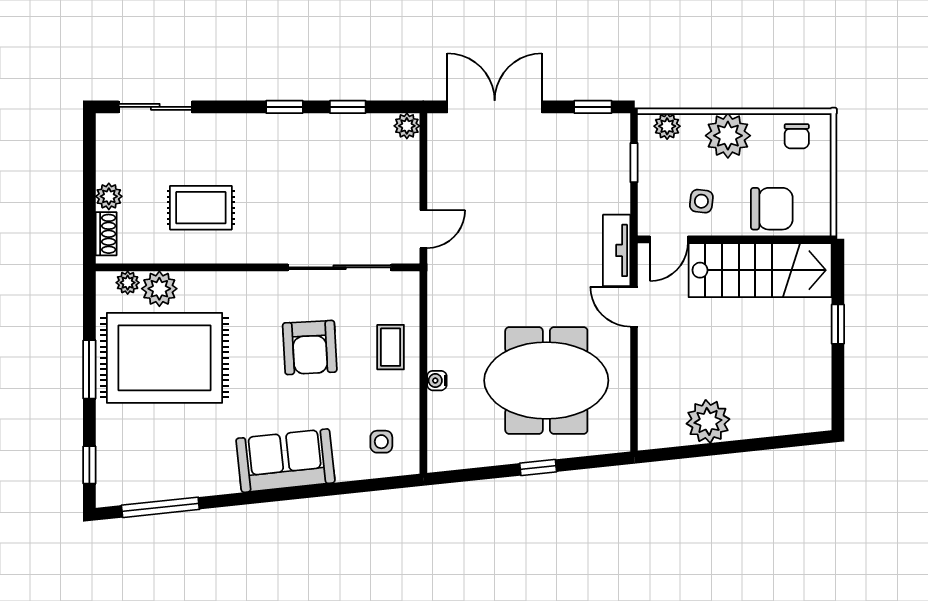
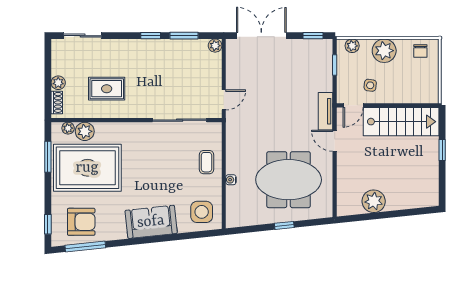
window: (348, 107) -> (184, 36), width x1.50
chair: (772, 209) -> (407, 89), removed
armchair: (310, 347) -> (81, 222), moved, turned -87
window: (89, 369) -> (48, 157), moved
side table: (381, 442) -> (202, 212), width x1.87, depth x1.87

